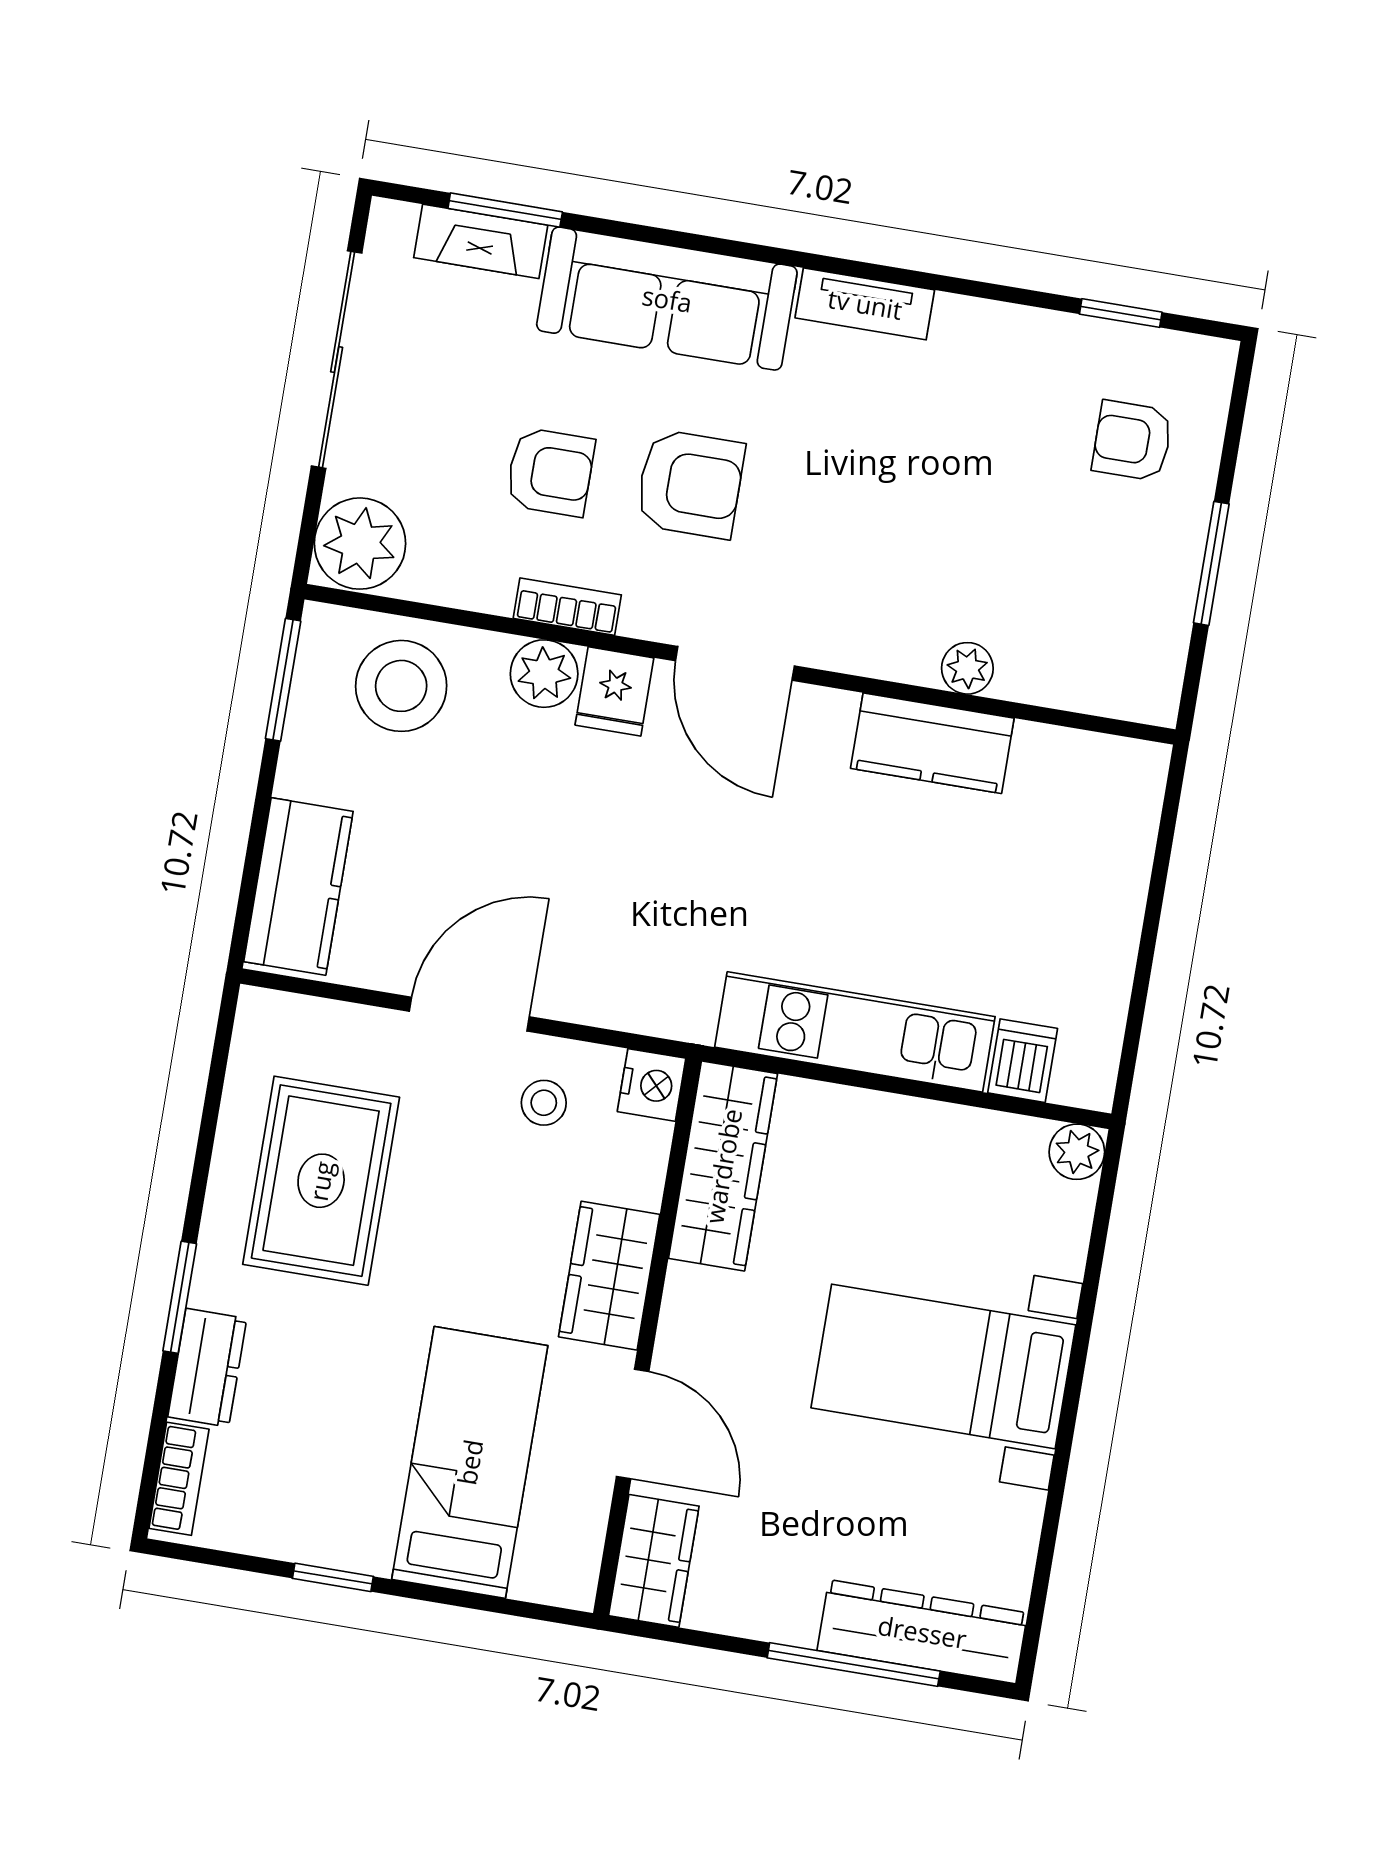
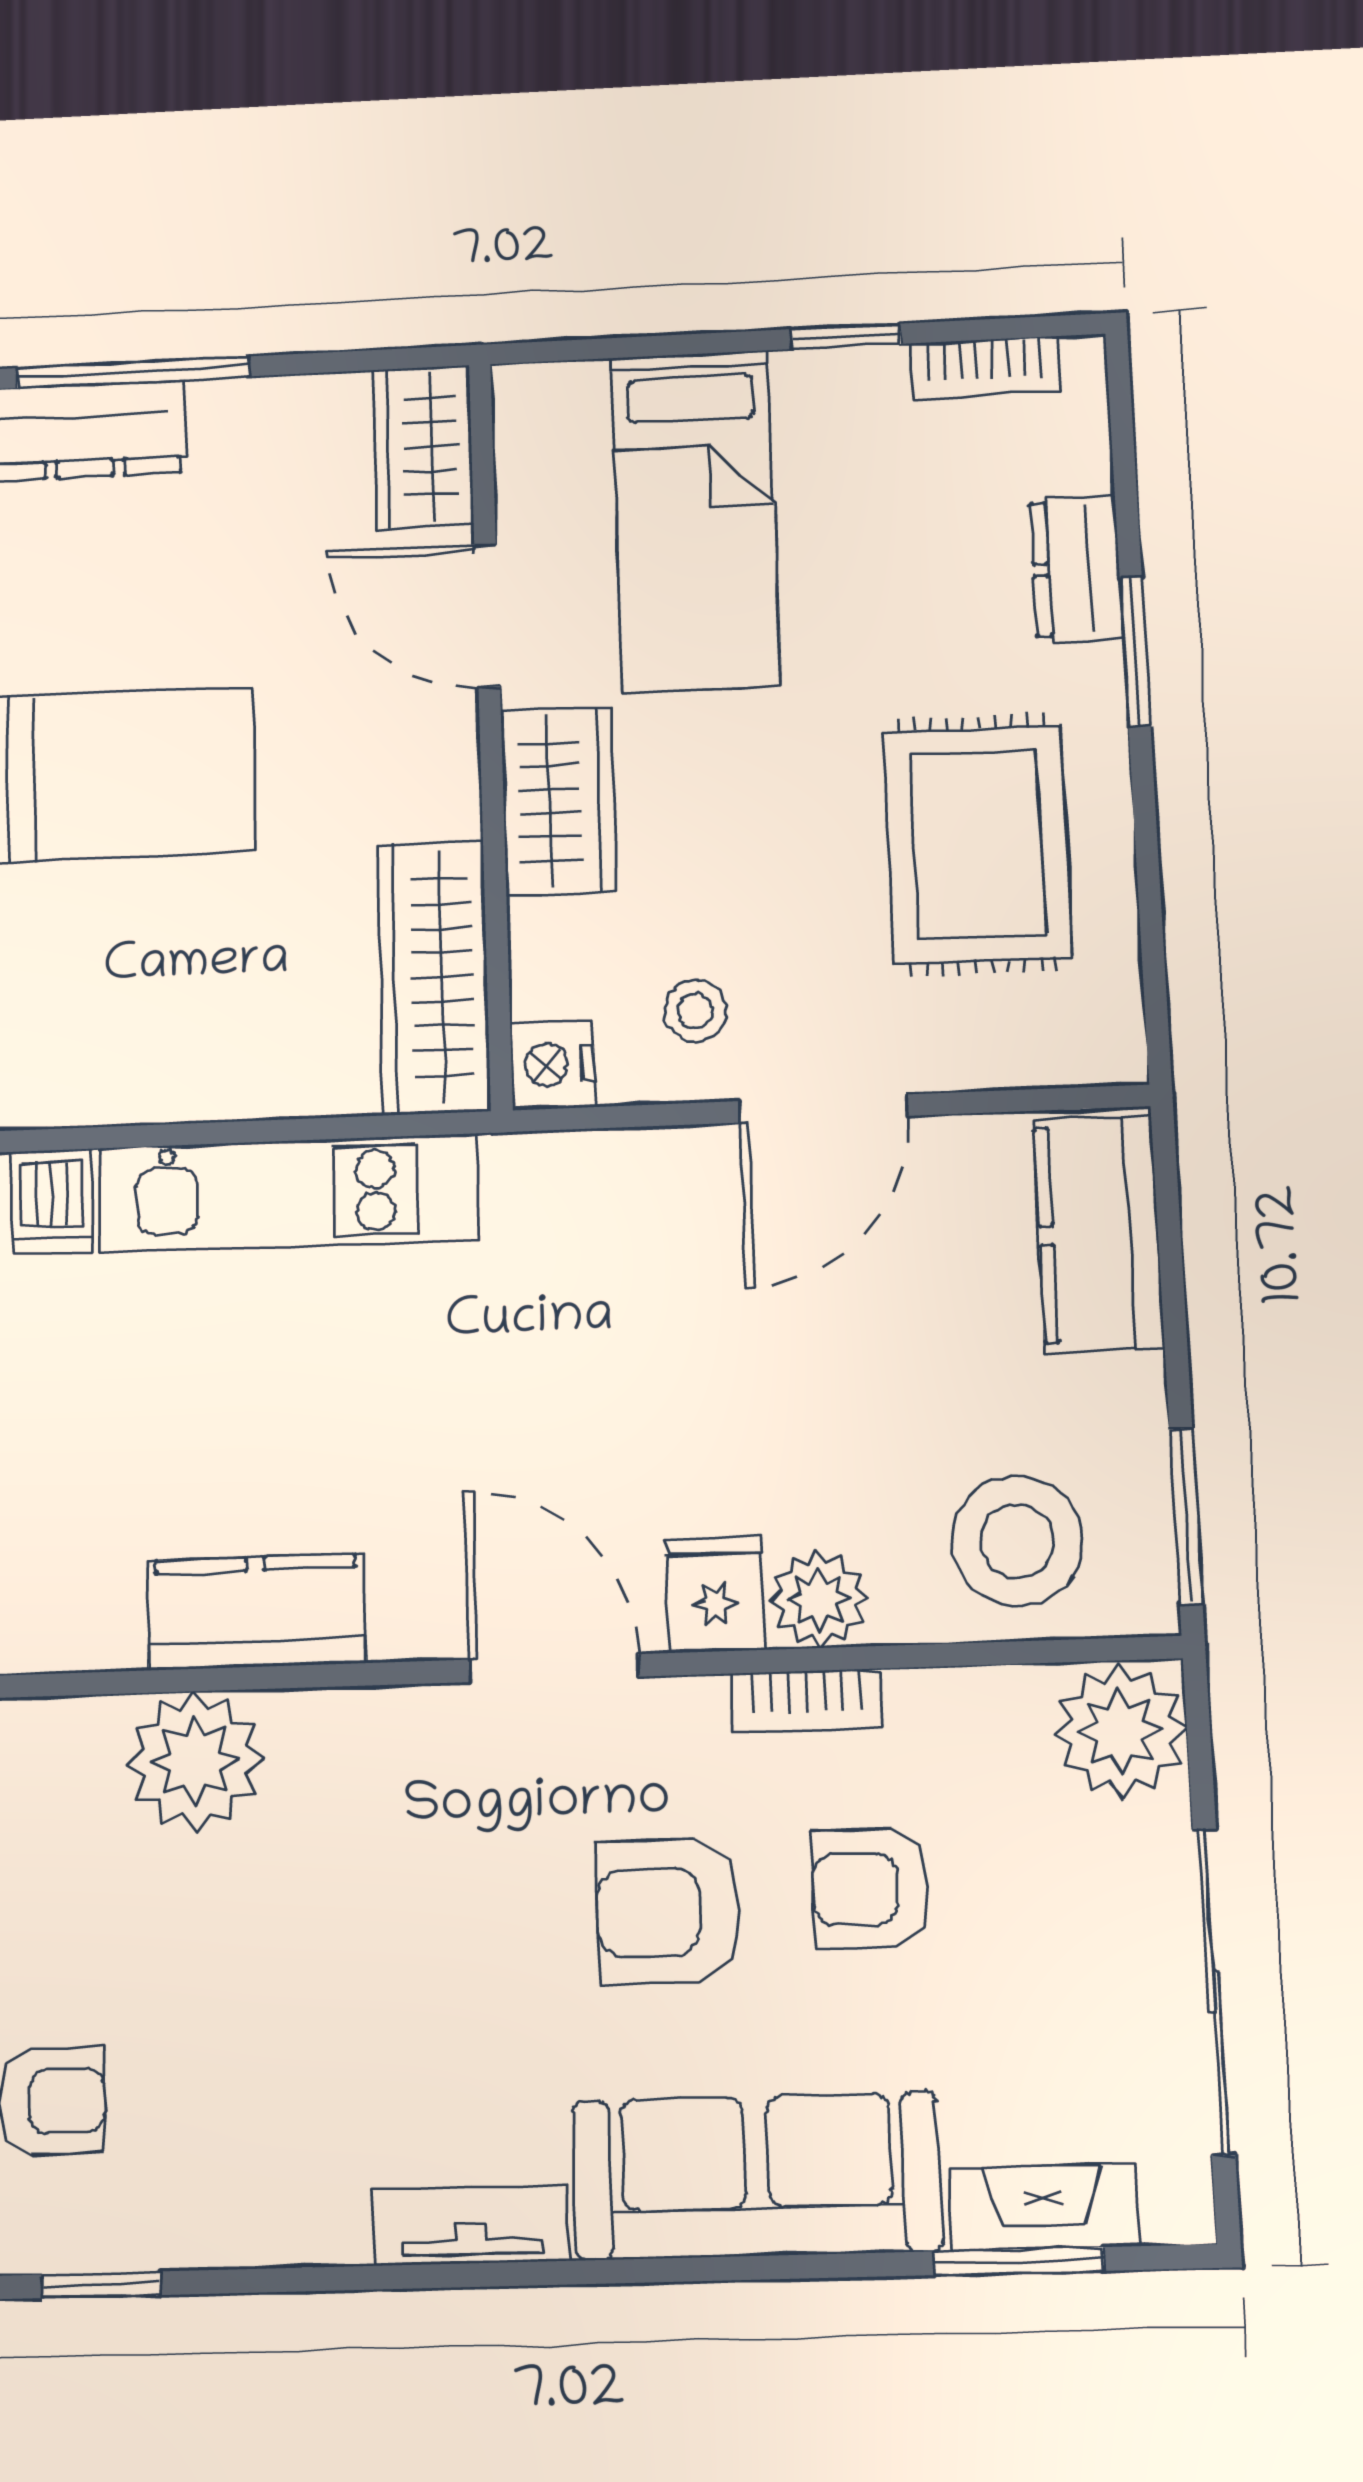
plant: (967, 668) -> (195, 1761), width x1.88, depth x1.88
bookcase: (179, 1479) -> (985, 368), moved, turned -90

